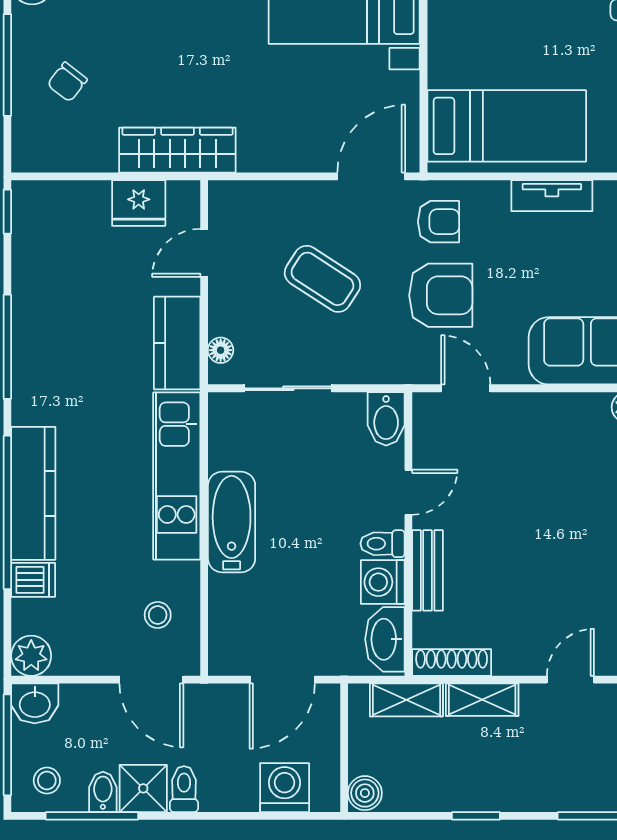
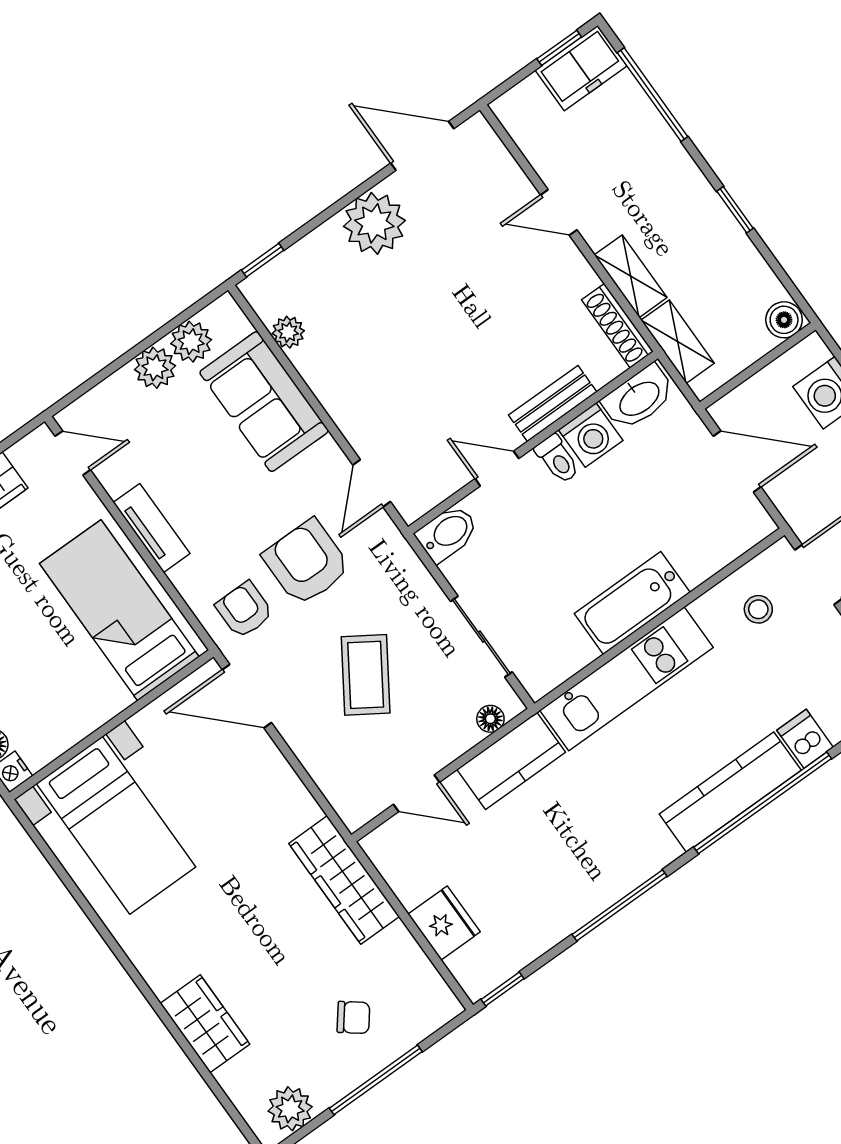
fridge: (139, 203) -> (444, 923), moved

